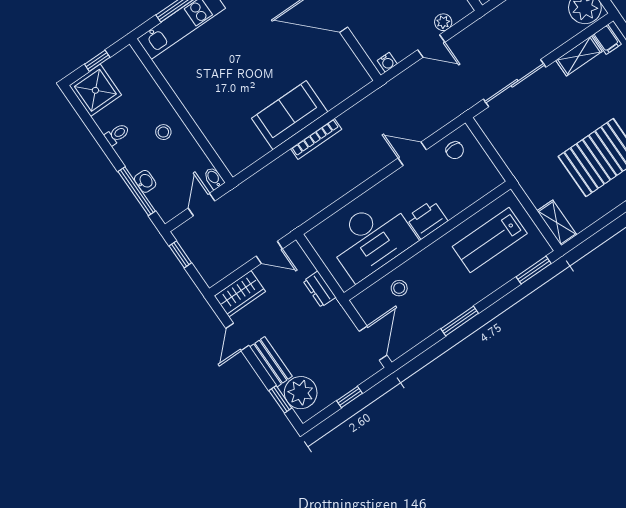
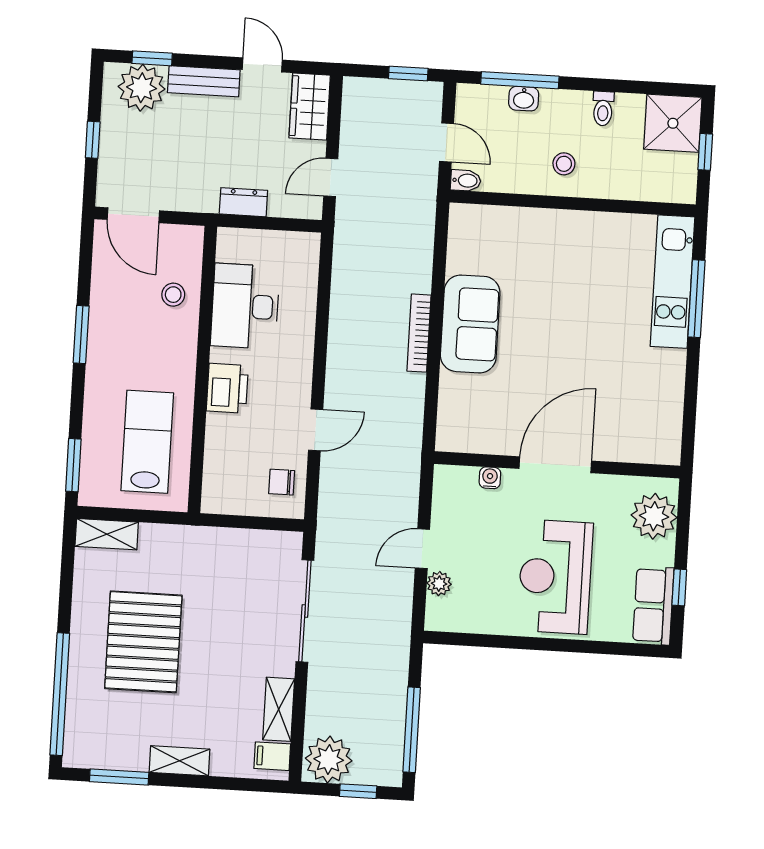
water cooler: (387, 62) -> (490, 478), moved, turned 90
desk: (371, 239) -> (245, 306), width x0.73, depth x0.77

